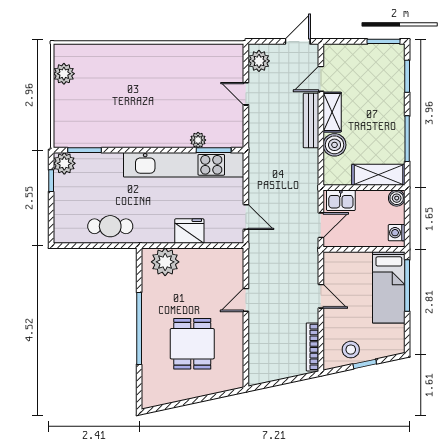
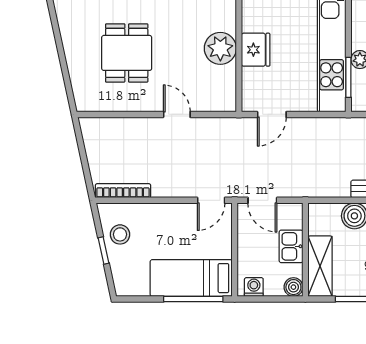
kitchen sink: (341, 200) -> (291, 246), moved
plant: (165, 262) -> (220, 48), moved
door: (321, 296) -> (211, 200), moved
dining table: (192, 344) -> (127, 53), turned 90

